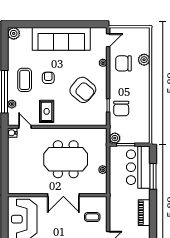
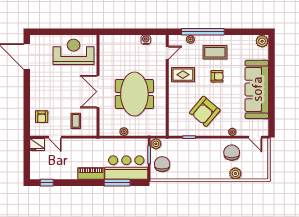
chair: (121, 109) -> (162, 164), moved, turned 90
water cooler: (12, 133) -> (146, 40), moved
piano: (144, 213) -> (91, 174), moved

